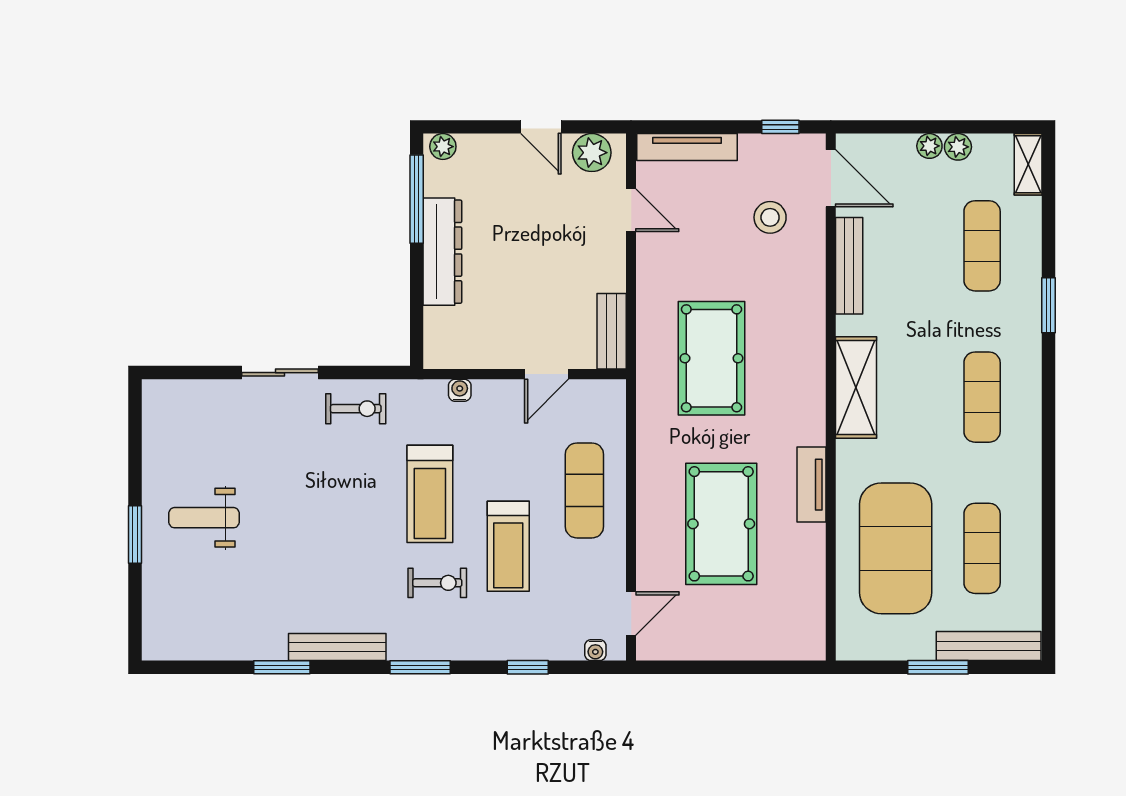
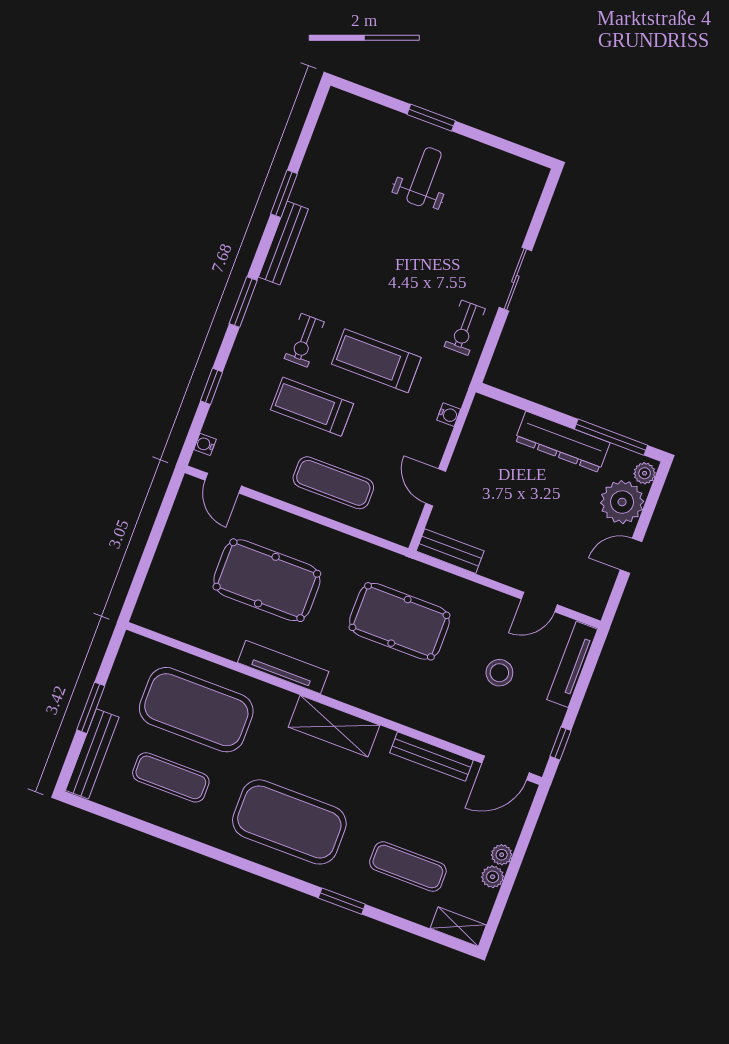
plant: (592, 153) -> (622, 502), moved, width x1.36, depth x1.36
stool: (770, 217) -> (499, 673), moved
exercise mat: (982, 397) -> (289, 822), width x2.00, depth x1.45
tv unit: (812, 485) -> (283, 667), width x1.41

